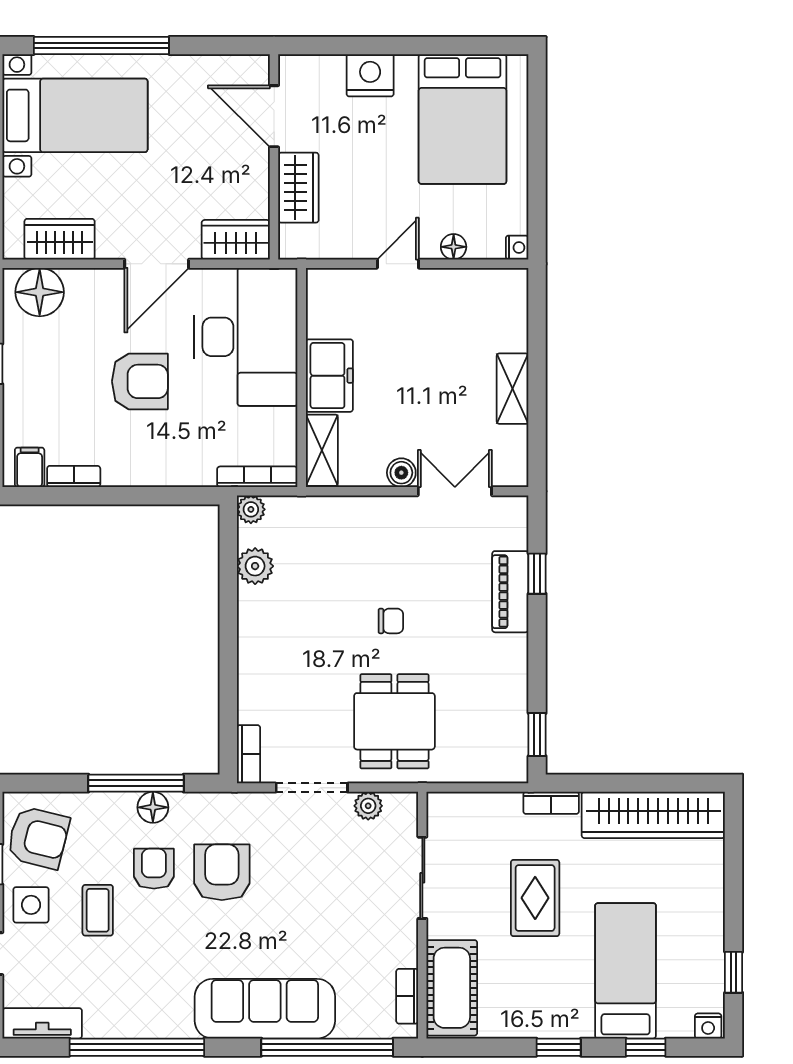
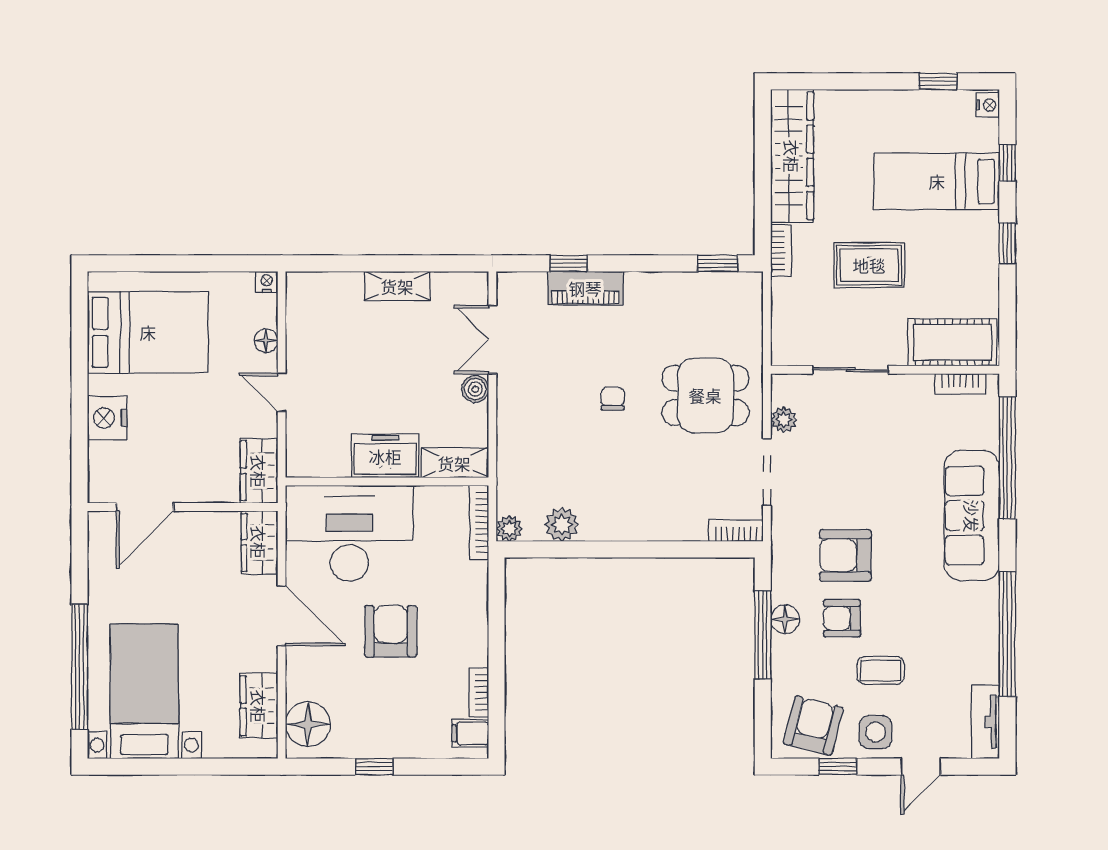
wardrobe: (298, 188) -> (259, 471), moved, turned -90

